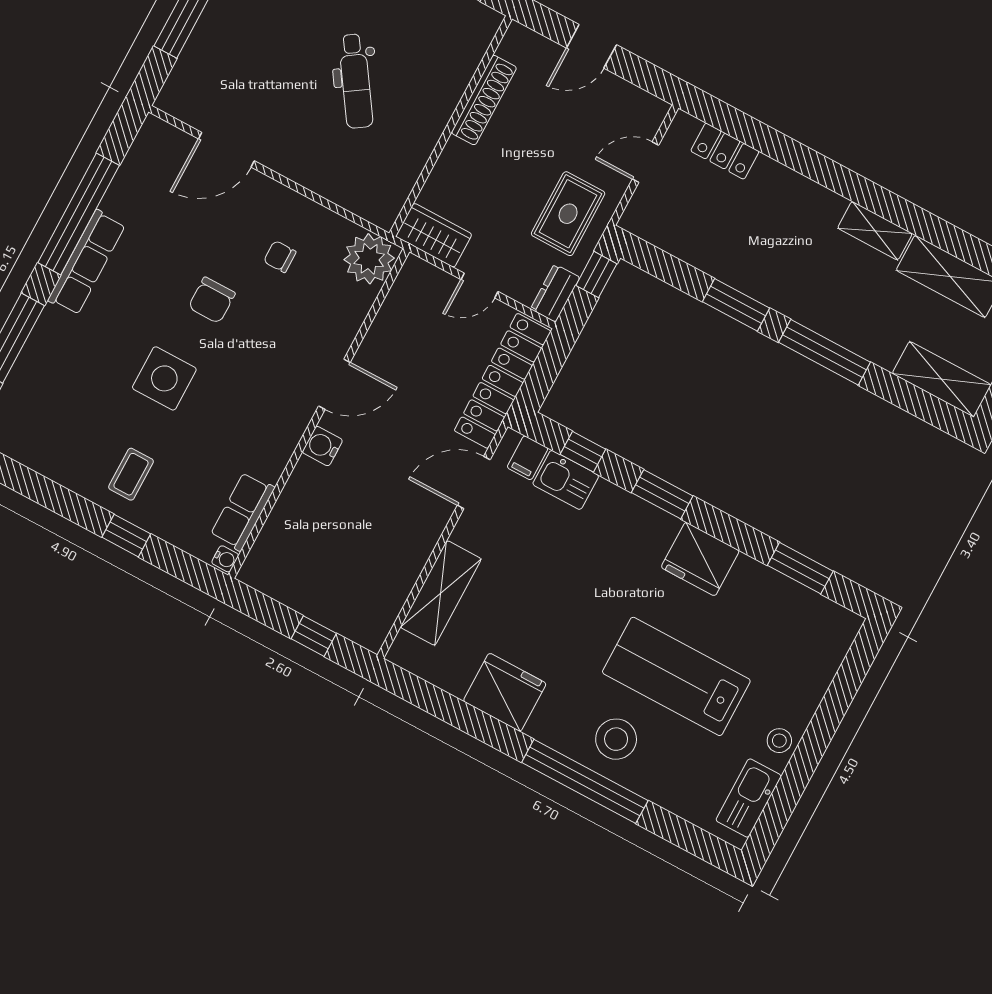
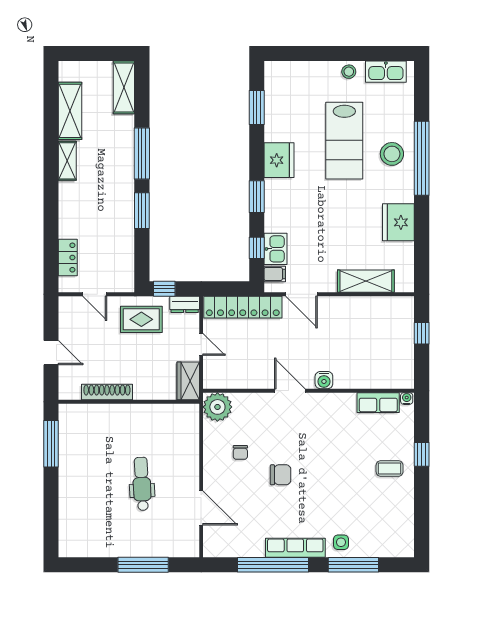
dental chair: (356, 81) -> (142, 484), moved, turned -59
side table: (164, 378) -> (341, 542), moved, width x0.54, depth x0.54

